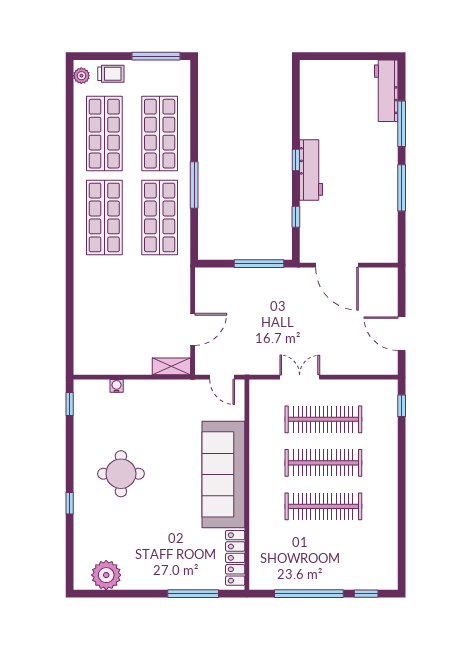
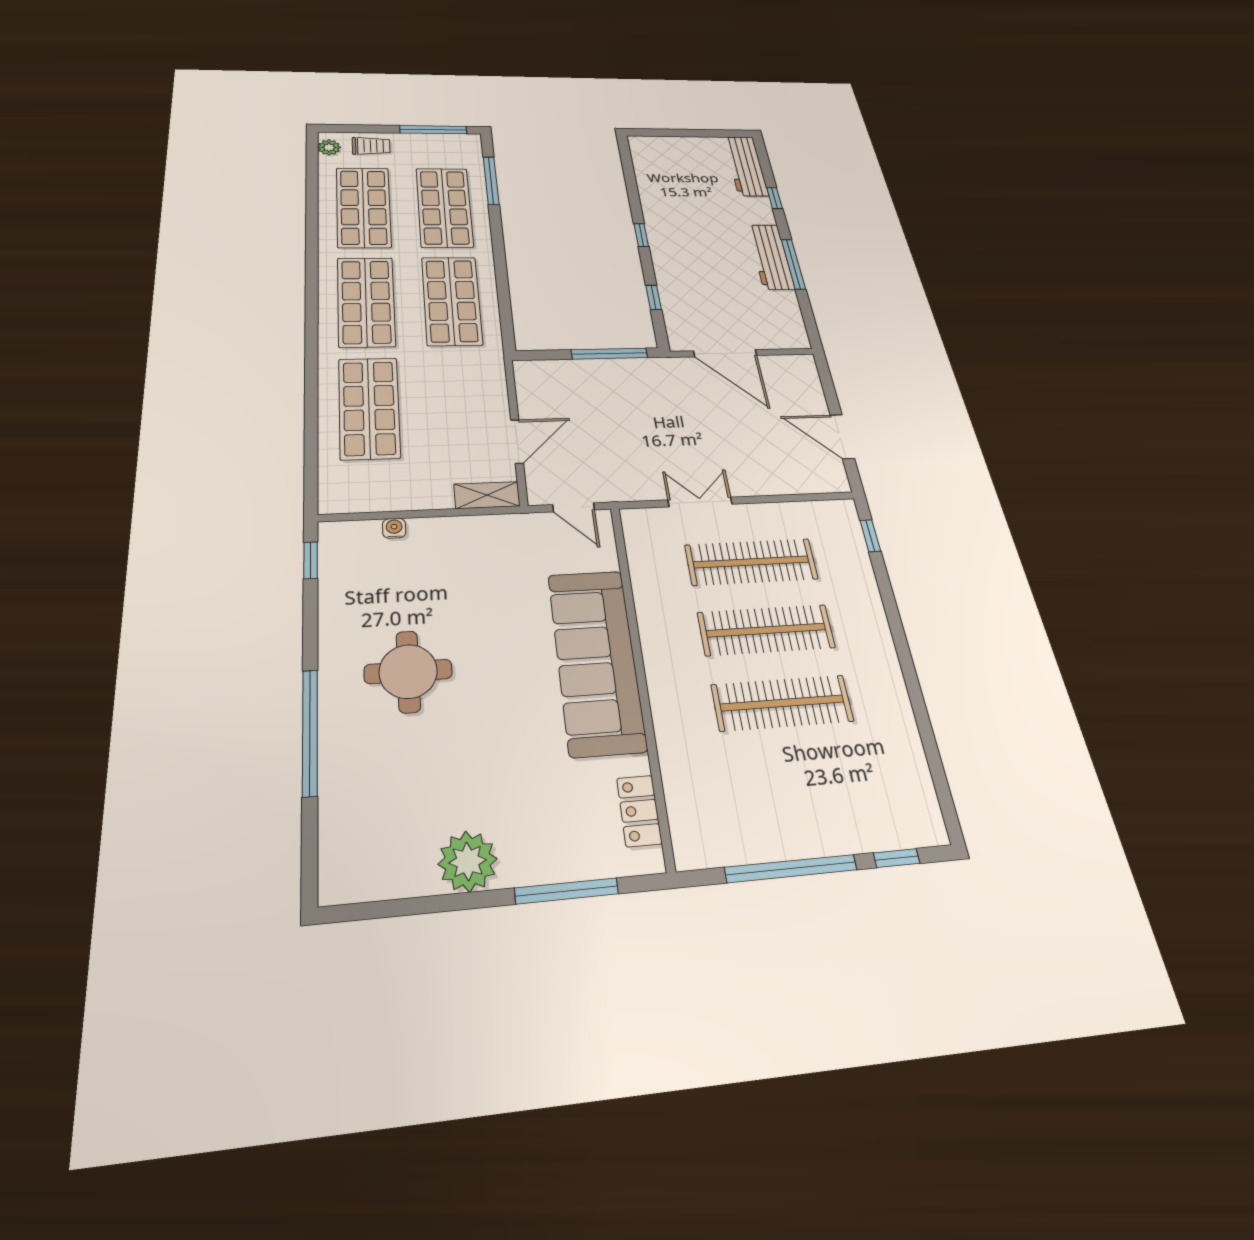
window: (402, 124) -> (775, 198), width x0.46
workbench: (311, 170) -> (771, 257), moved, turned 180
window: (194, 185) -> (491, 180), moved
shop shelf: (104, 301) -> (369, 408), added
window: (70, 503) -> (310, 732), width x3.17
locker: (235, 558) -> (639, 811), width x0.66
plant: (106, 575) -> (468, 861), moved

